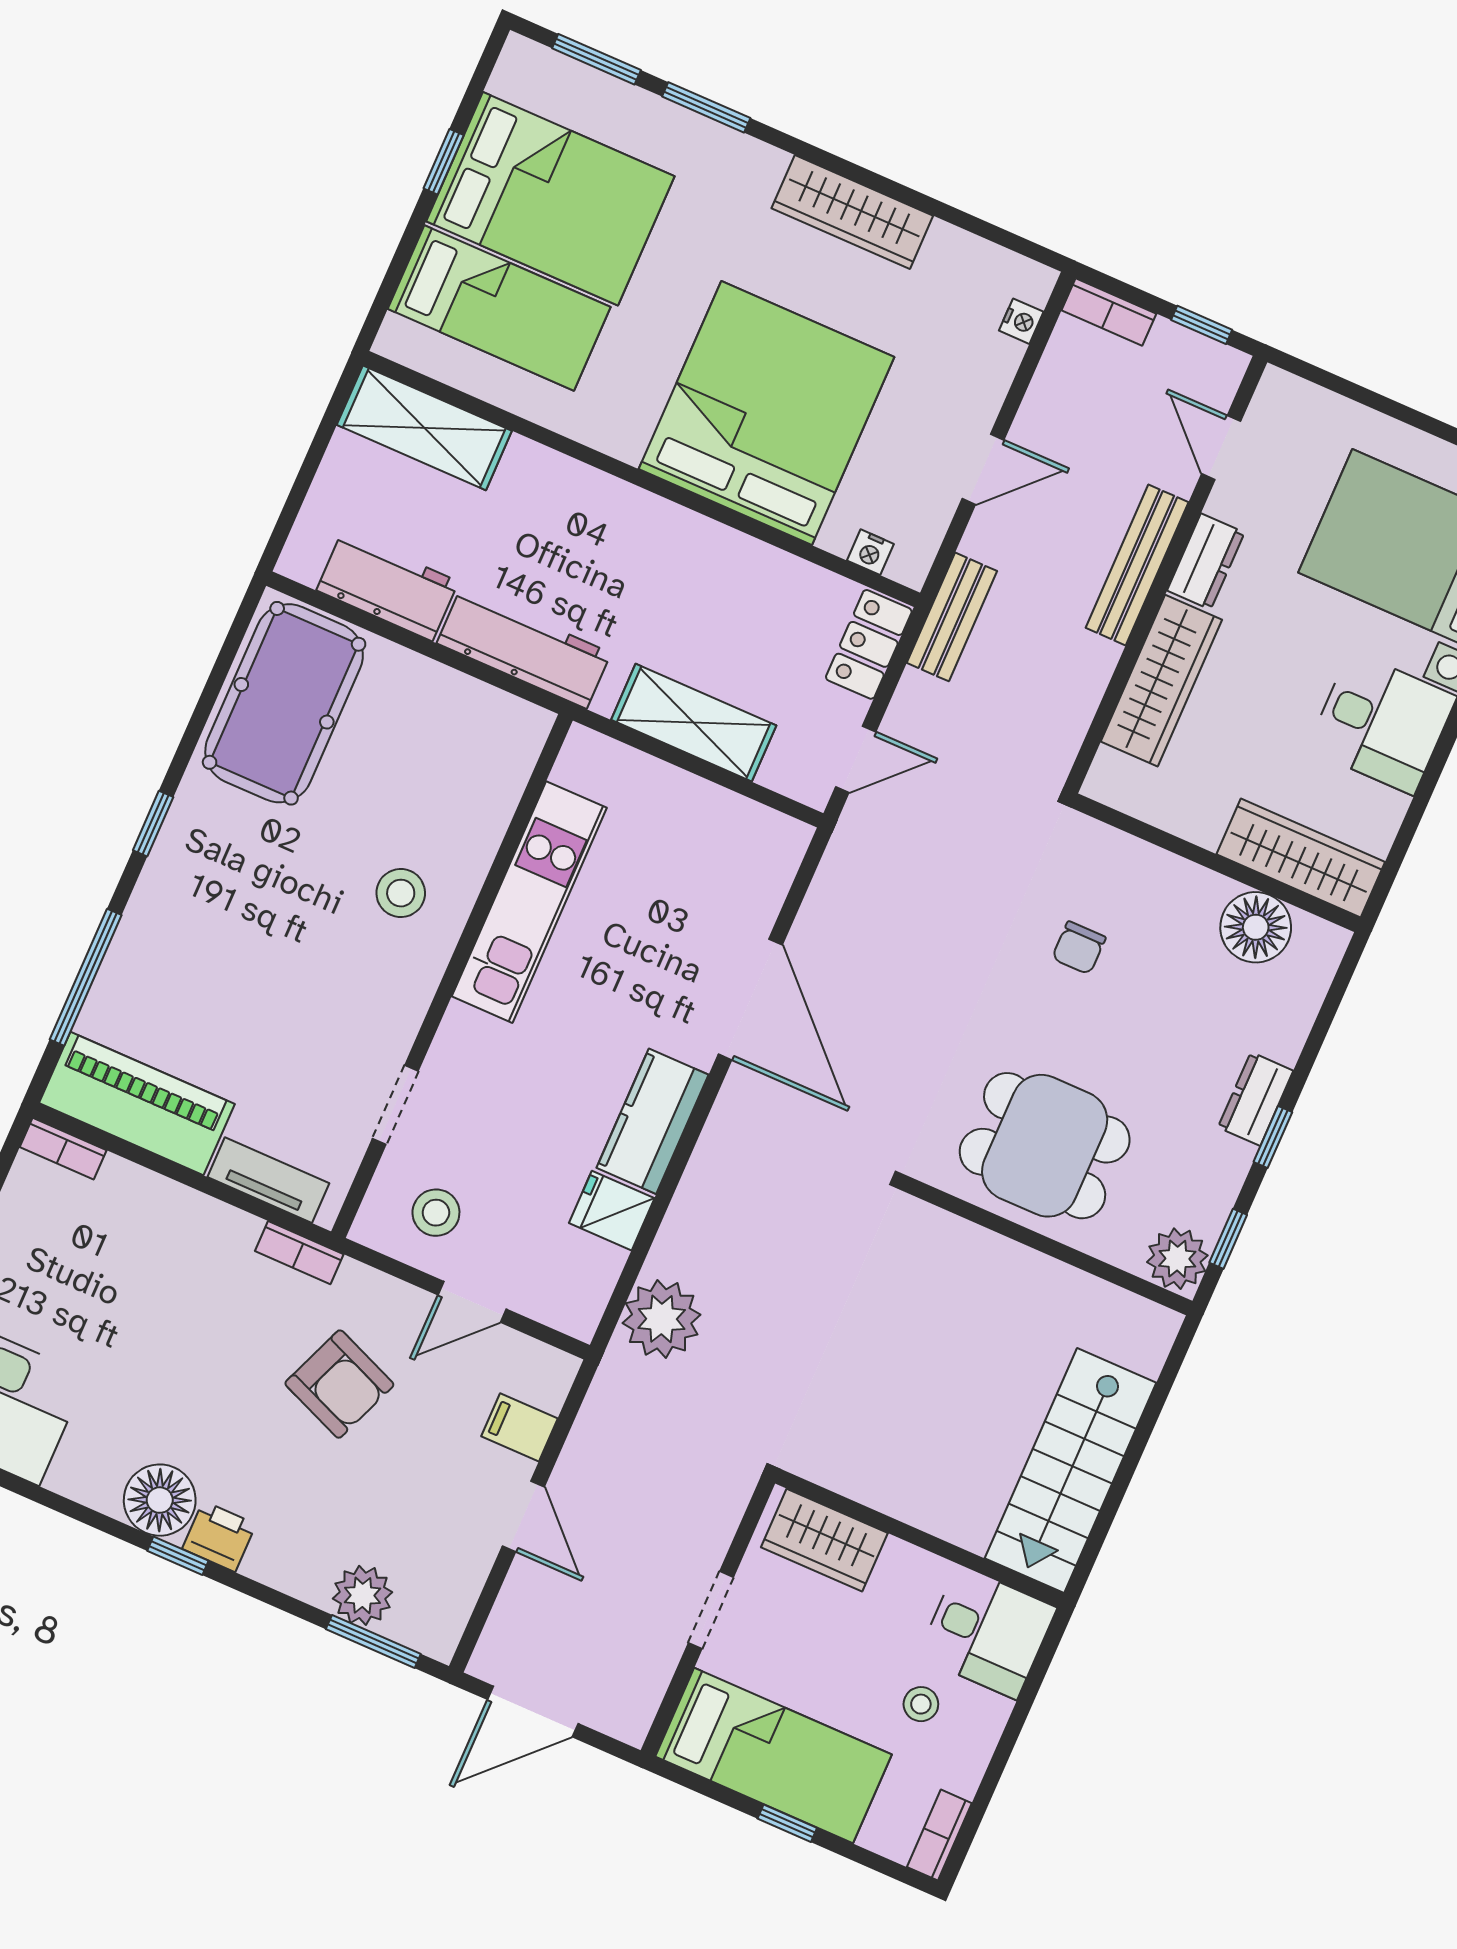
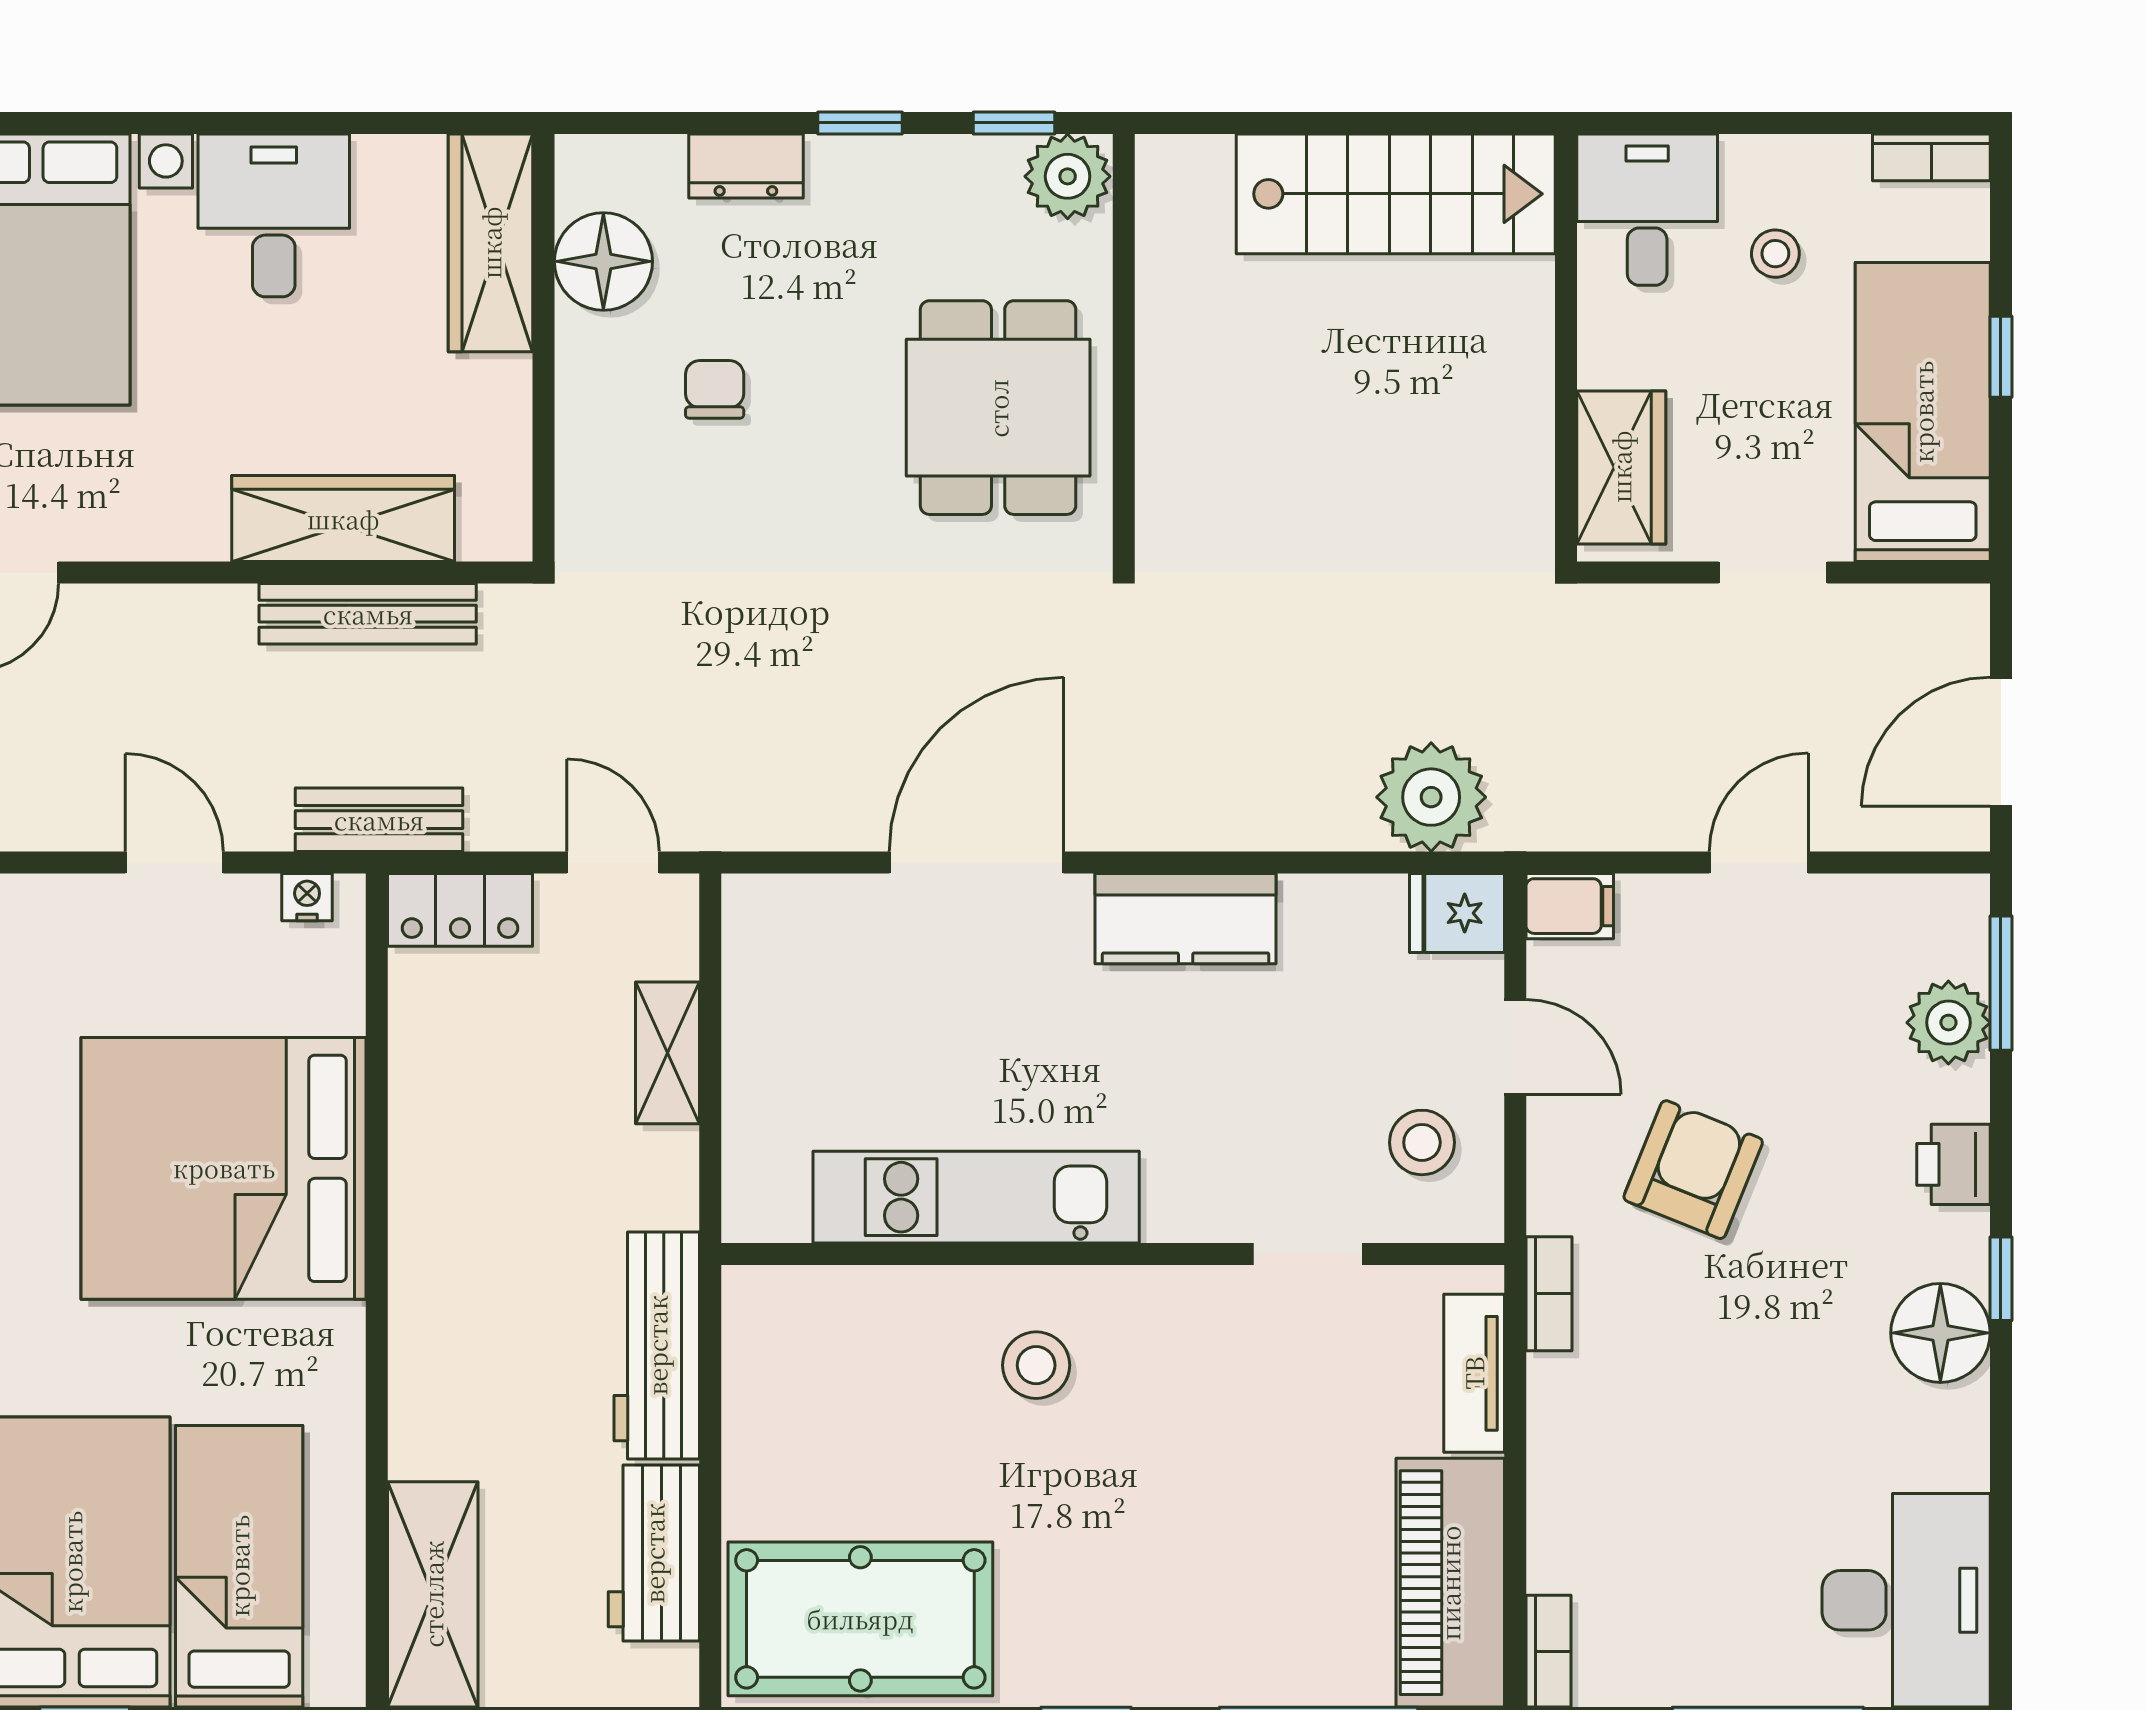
nightstand: (870, 552) -> (307, 897), moved, turned -90
dresser: (1206, 561) -> (167, 528), removed
bench: (1137, 565) -> (368, 614), moved
shelving: (694, 723) -> (668, 1053), width x0.67, depth x0.75
chair: (1079, 948) -> (715, 389), moved, turned -90
dresser: (1256, 1099) -> (746, 166), moved
fridge: (612, 1211) -> (1457, 913), moved, turned 90
filing cabinet: (519, 1427) -> (1570, 906), moved, turned -90
printer: (219, 1536) -> (1953, 1164), moved
door: (533, 1711) -> (2001, 742), swing flipped

